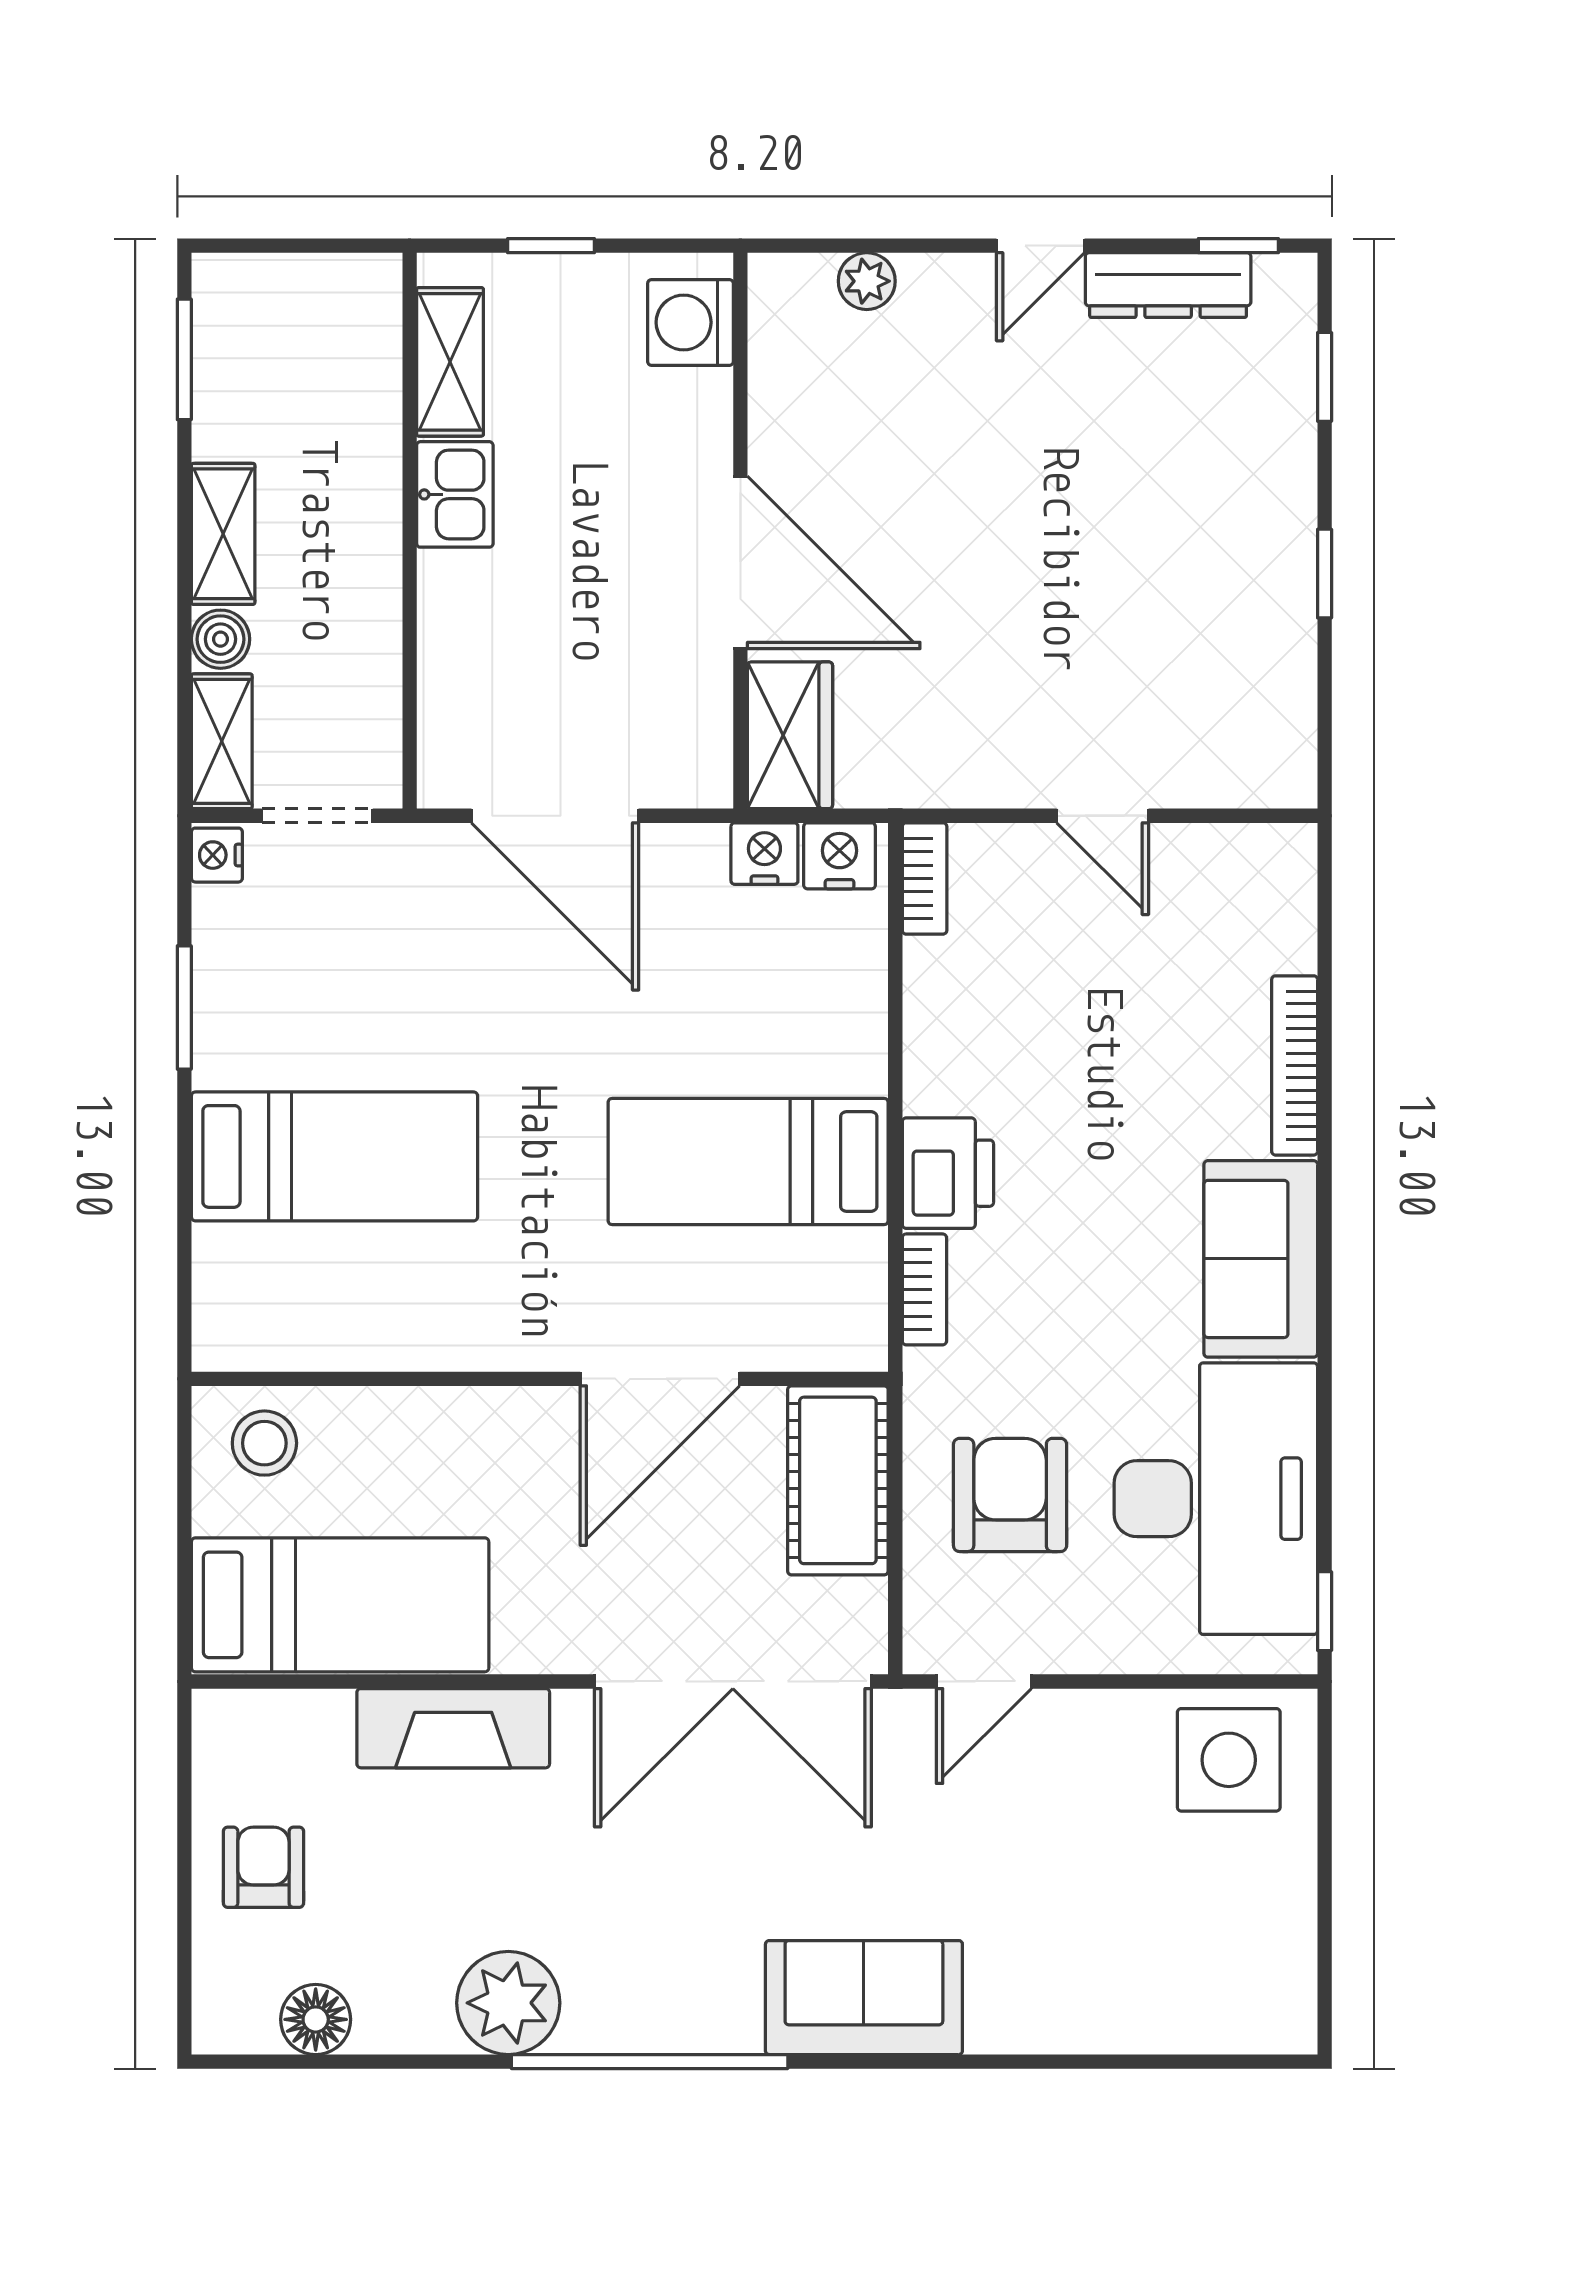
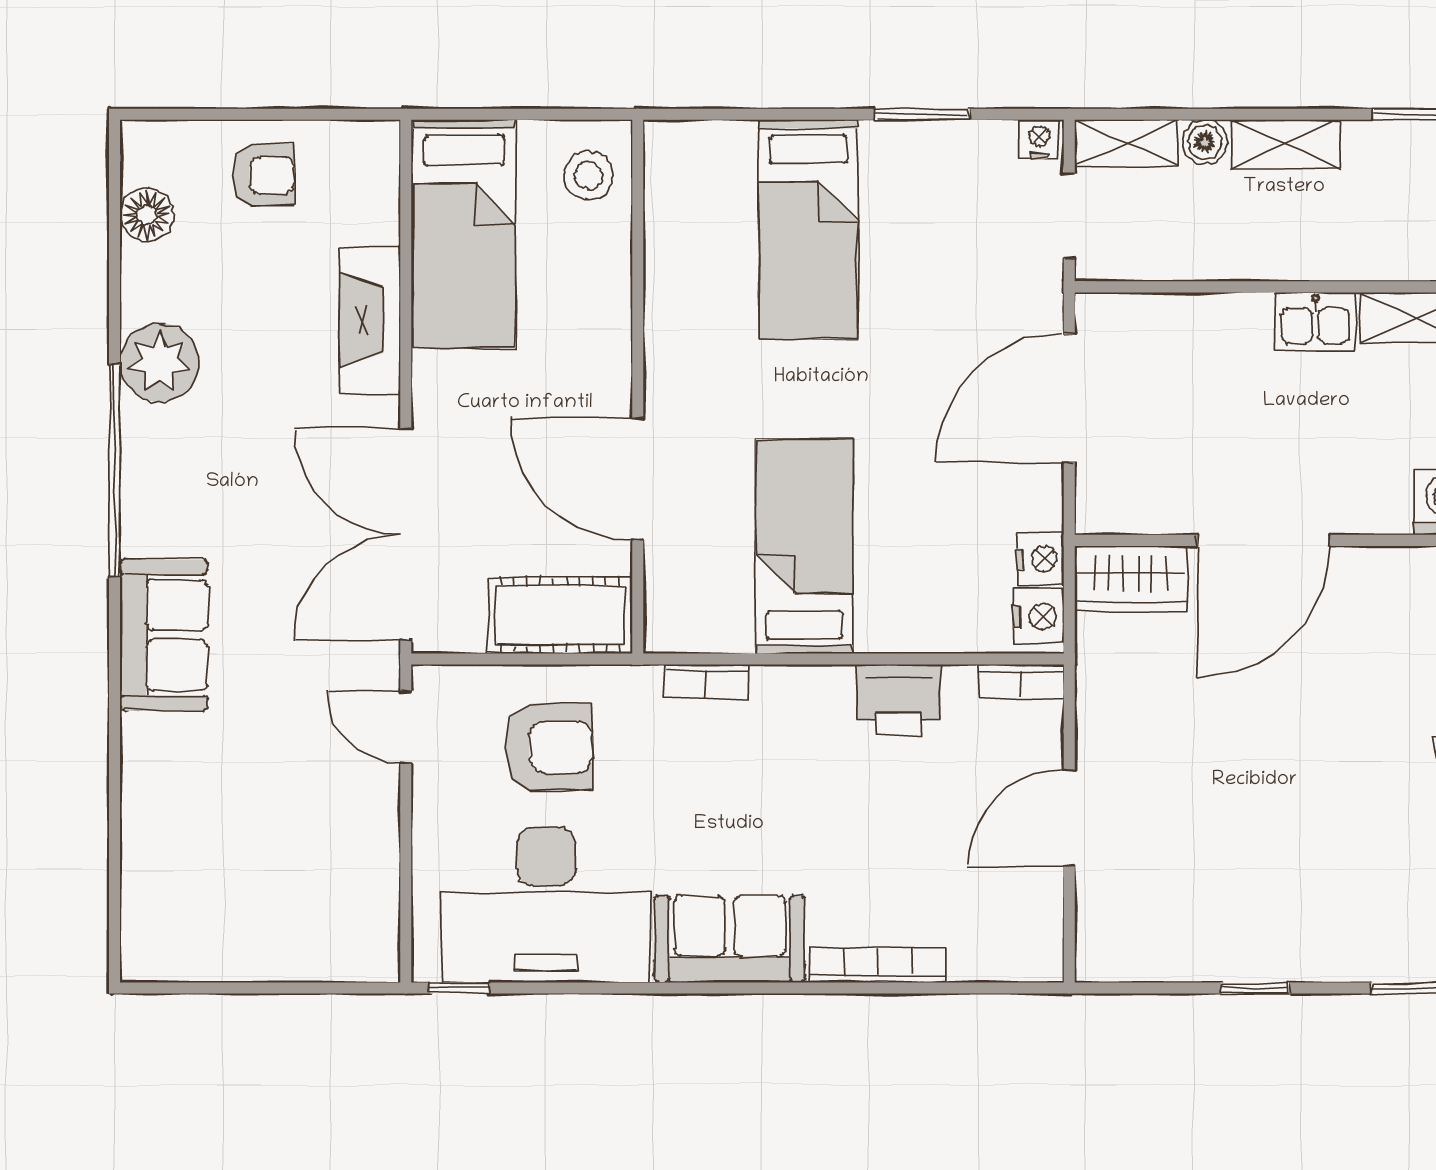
door: (1103, 816) -> (1069, 818), width x1.38
printer: (948, 1173) -> (898, 699), moved
side table: (1229, 1760) -> (346, 915), removed

